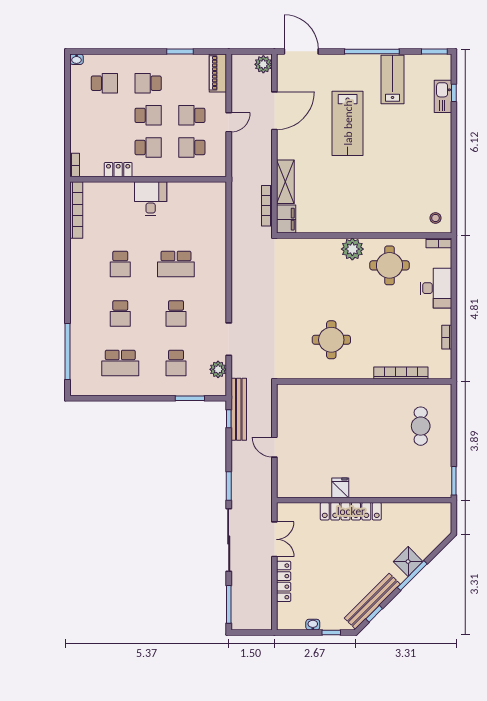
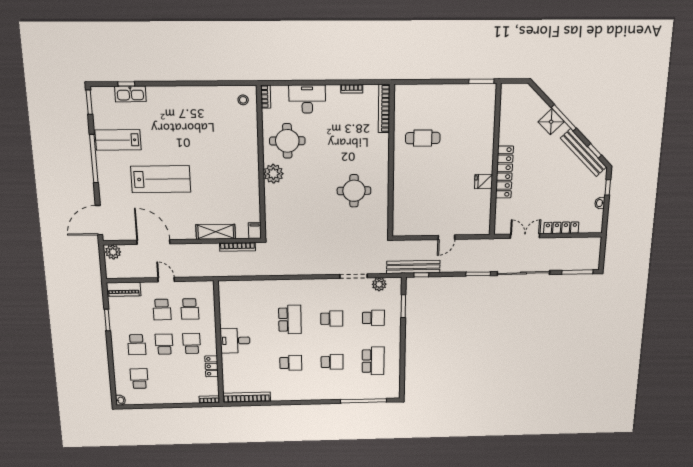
filing cabinet: (286, 219) -> (255, 231), width x0.50
bookcase: (401, 373) -> (384, 109), moved
cafe table: (421, 426) -> (423, 138), moved

